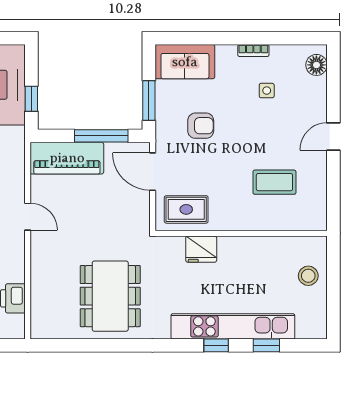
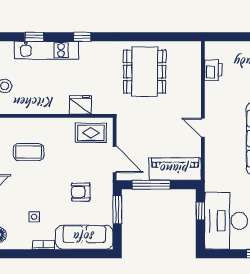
sofa: (185, 62) -> (84, 237), width x1.36
kitchen unit: (233, 326) -> (46, 50), width x0.73
window: (216, 345) -> (82, 37), moved

